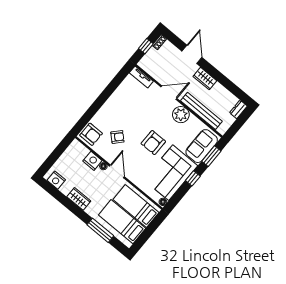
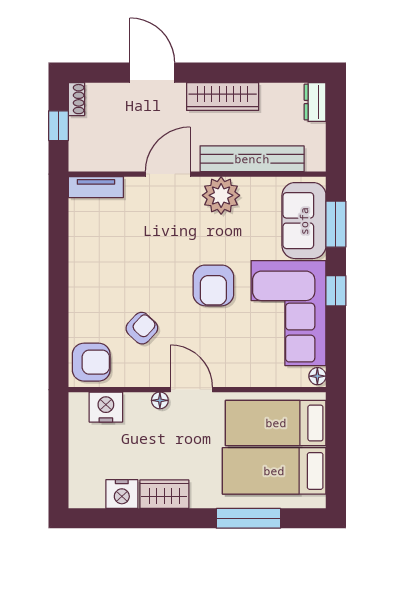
wardrobe: (205, 79) -> (223, 96), width x1.50
nightstand: (92, 161) -> (106, 407), moved
nightstand: (56, 180) -> (122, 494), moved

